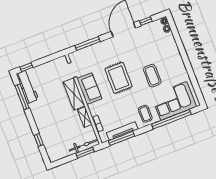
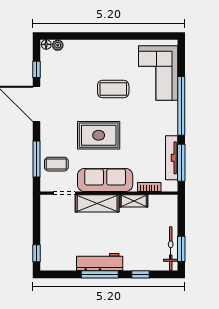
workbench: (27, 87) -> (100, 262), moved
sofa: (89, 89) -> (105, 180), width x1.36
window: (22, 97) -> (100, 274), moved
coffee table: (145, 114) -> (56, 164), moved
window: (171, 119) -> (181, 106), moved
bicycle: (84, 145) -> (171, 249), moved
window: (85, 153) -> (181, 249), moved

